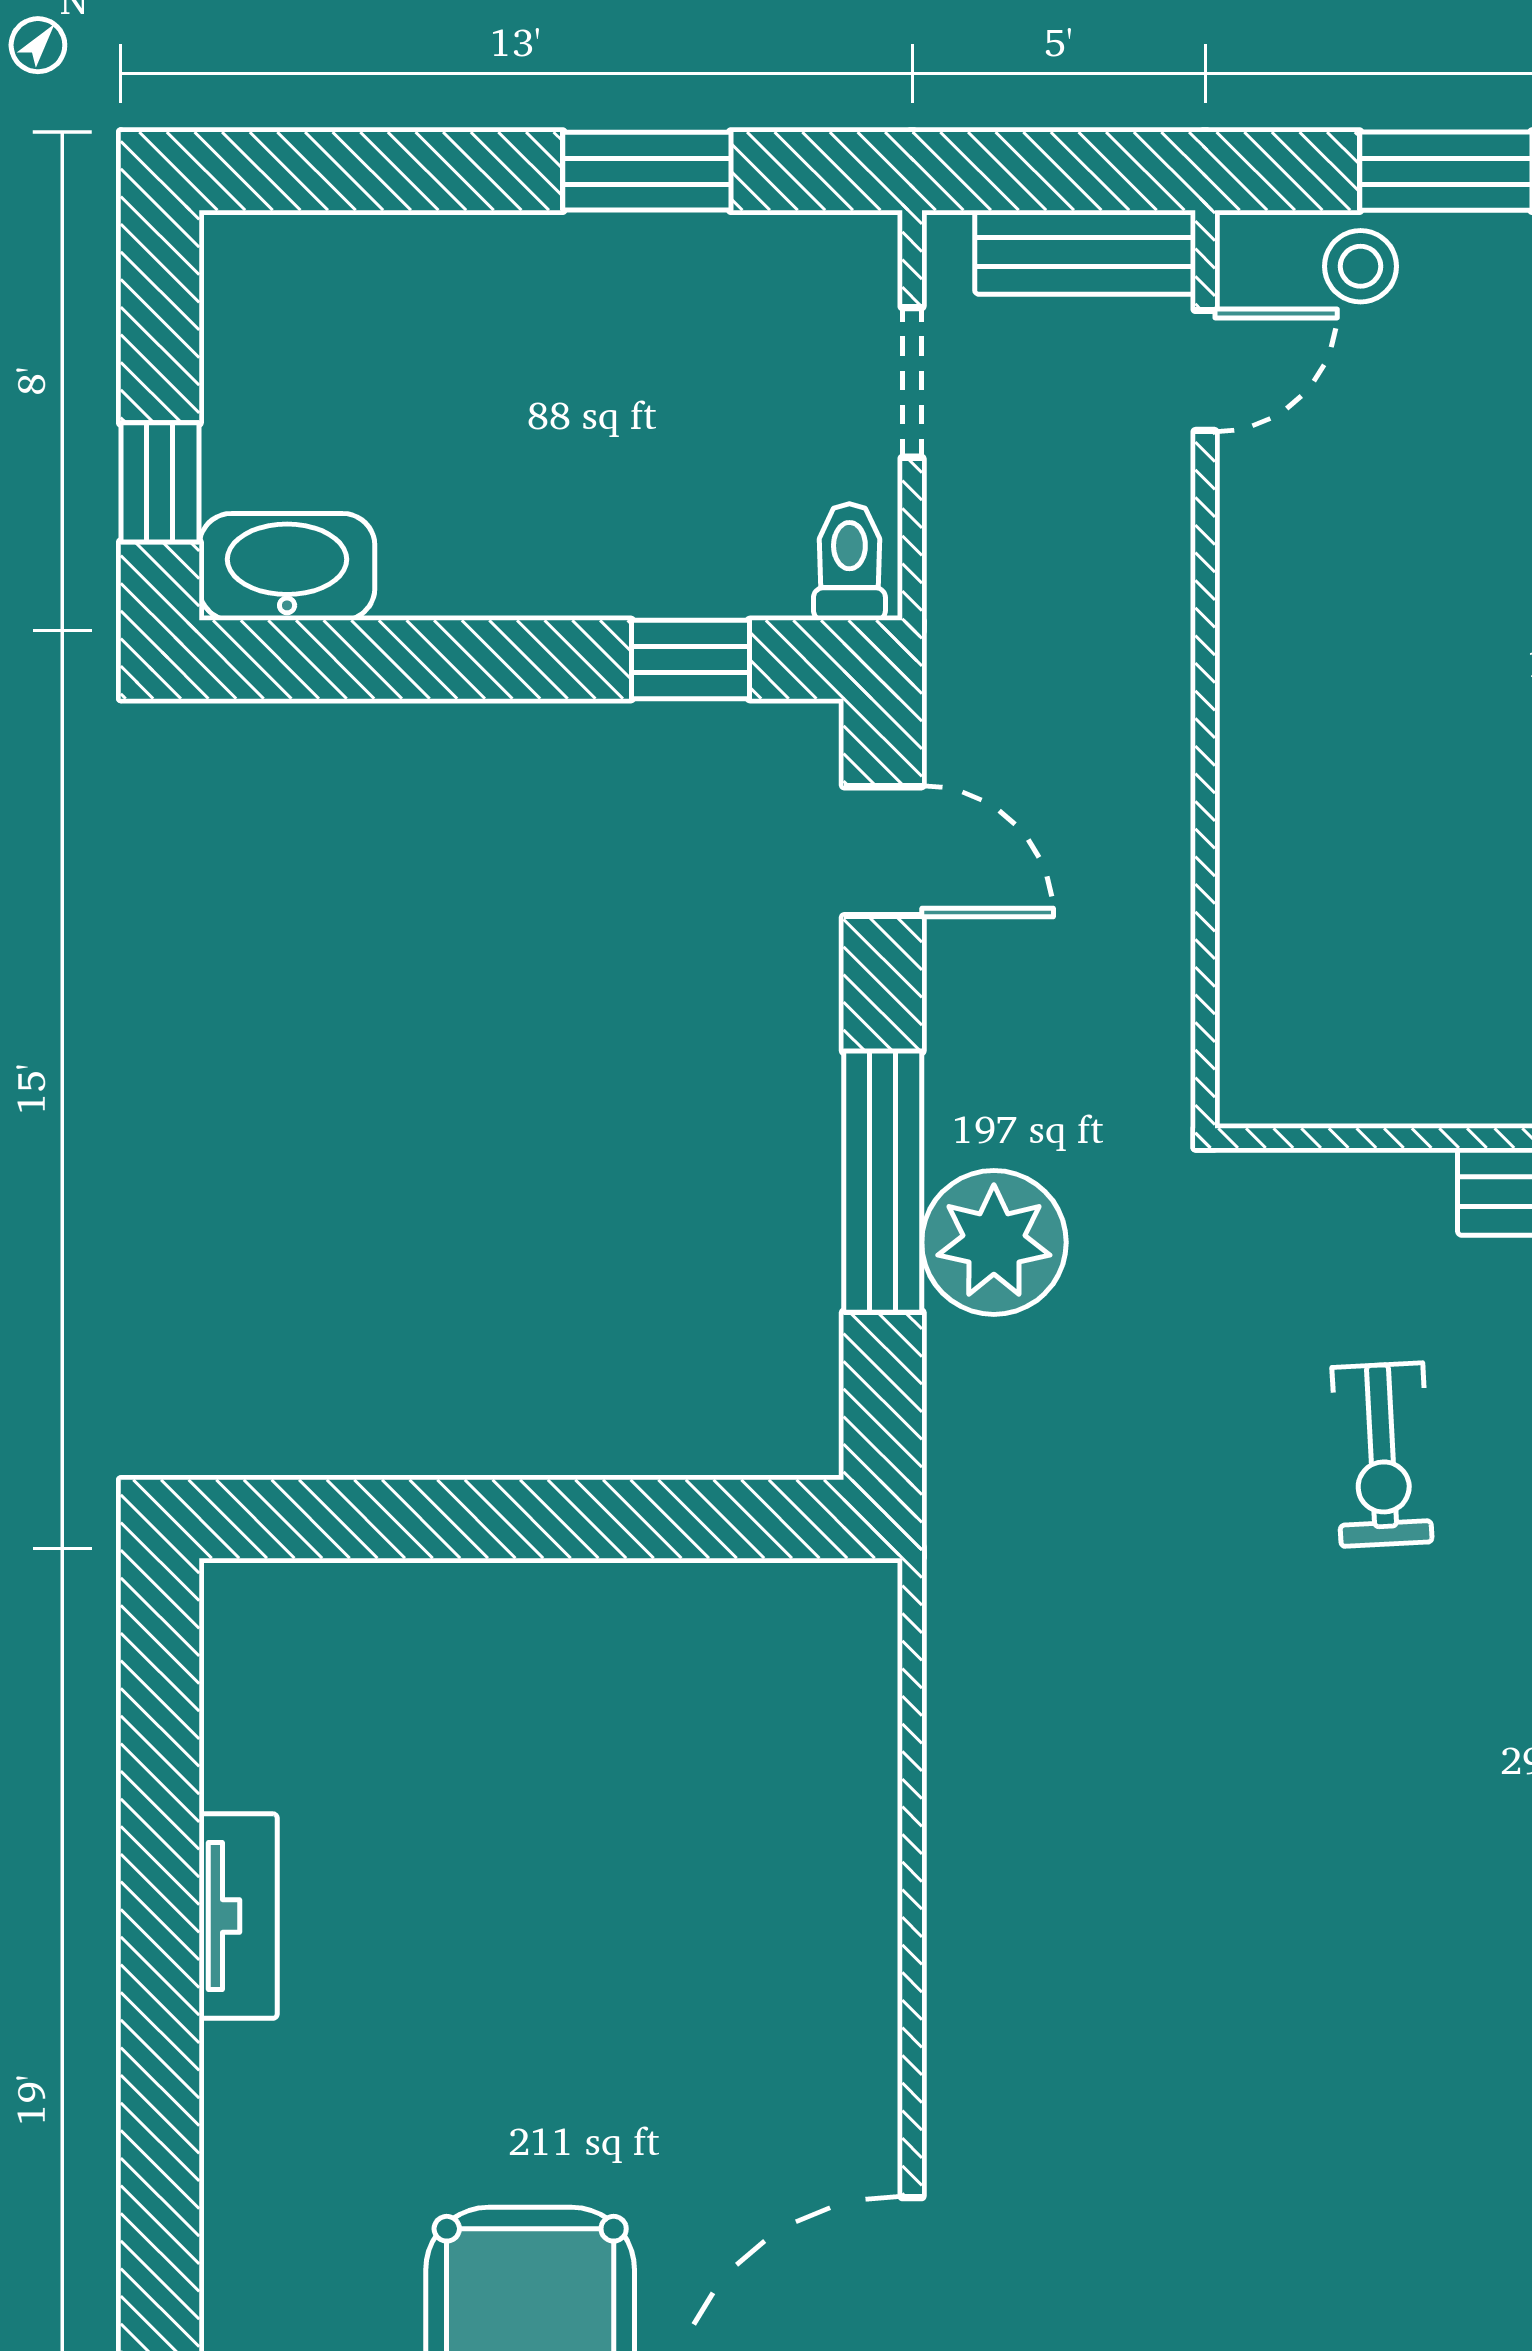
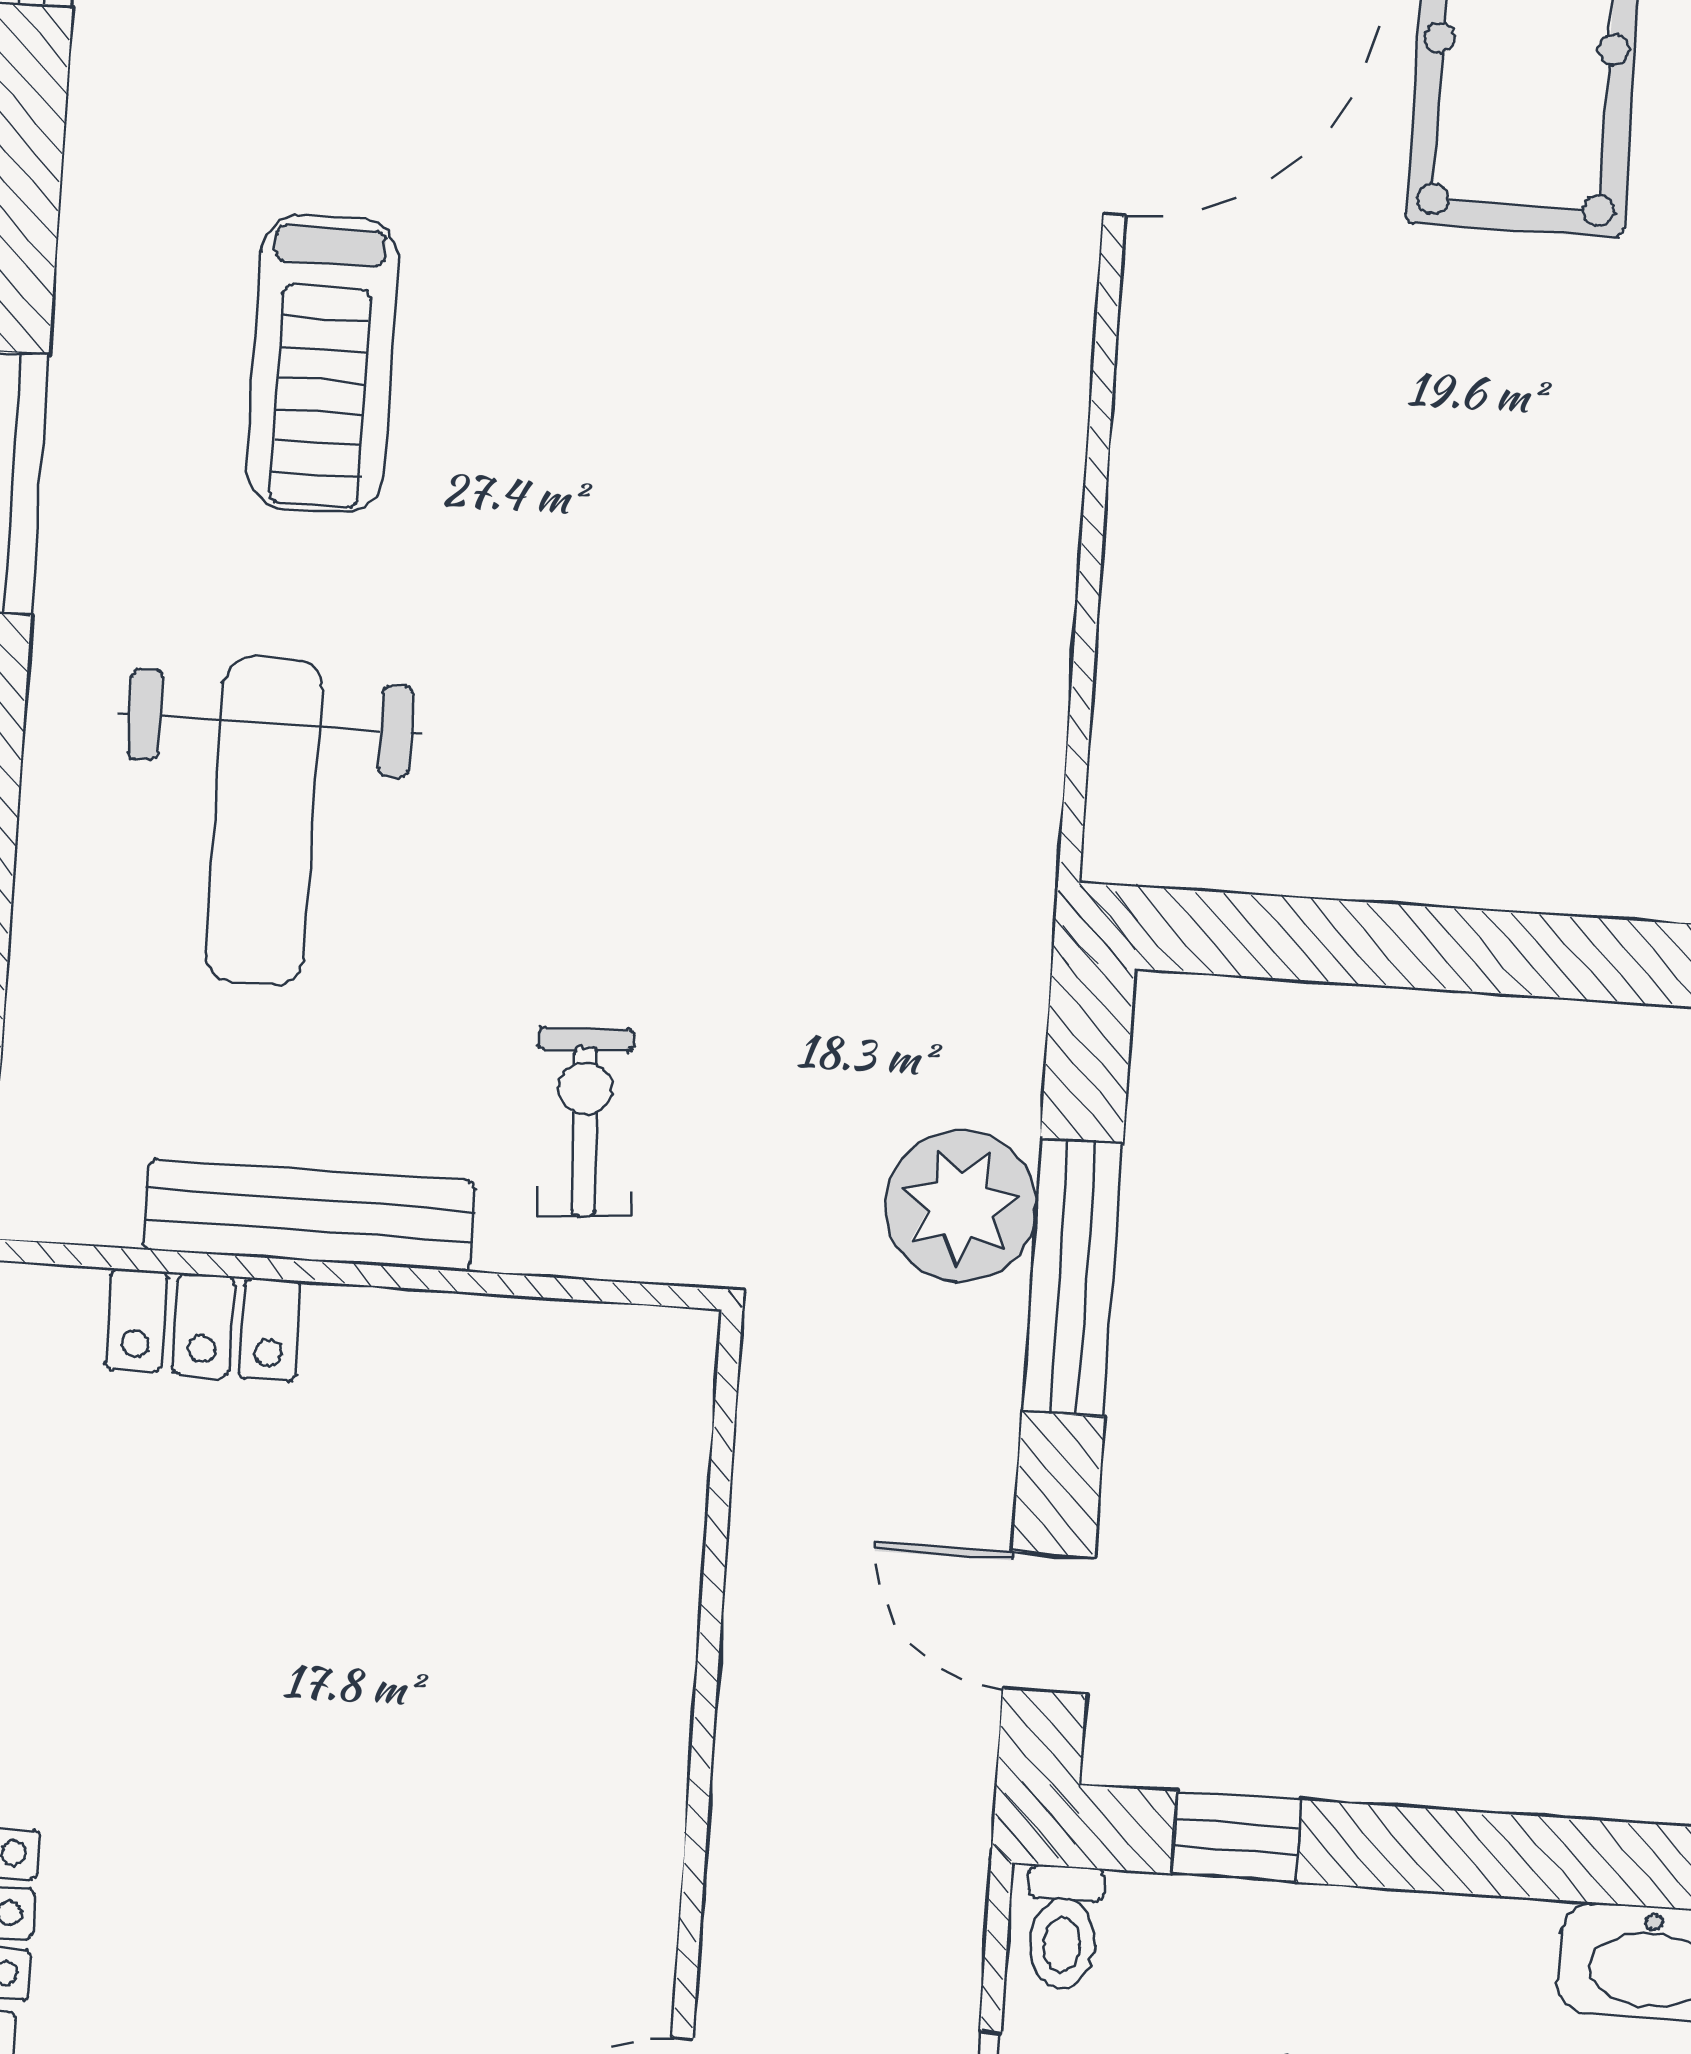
exercise bike: (1382, 1455) -> (585, 1122), moved

